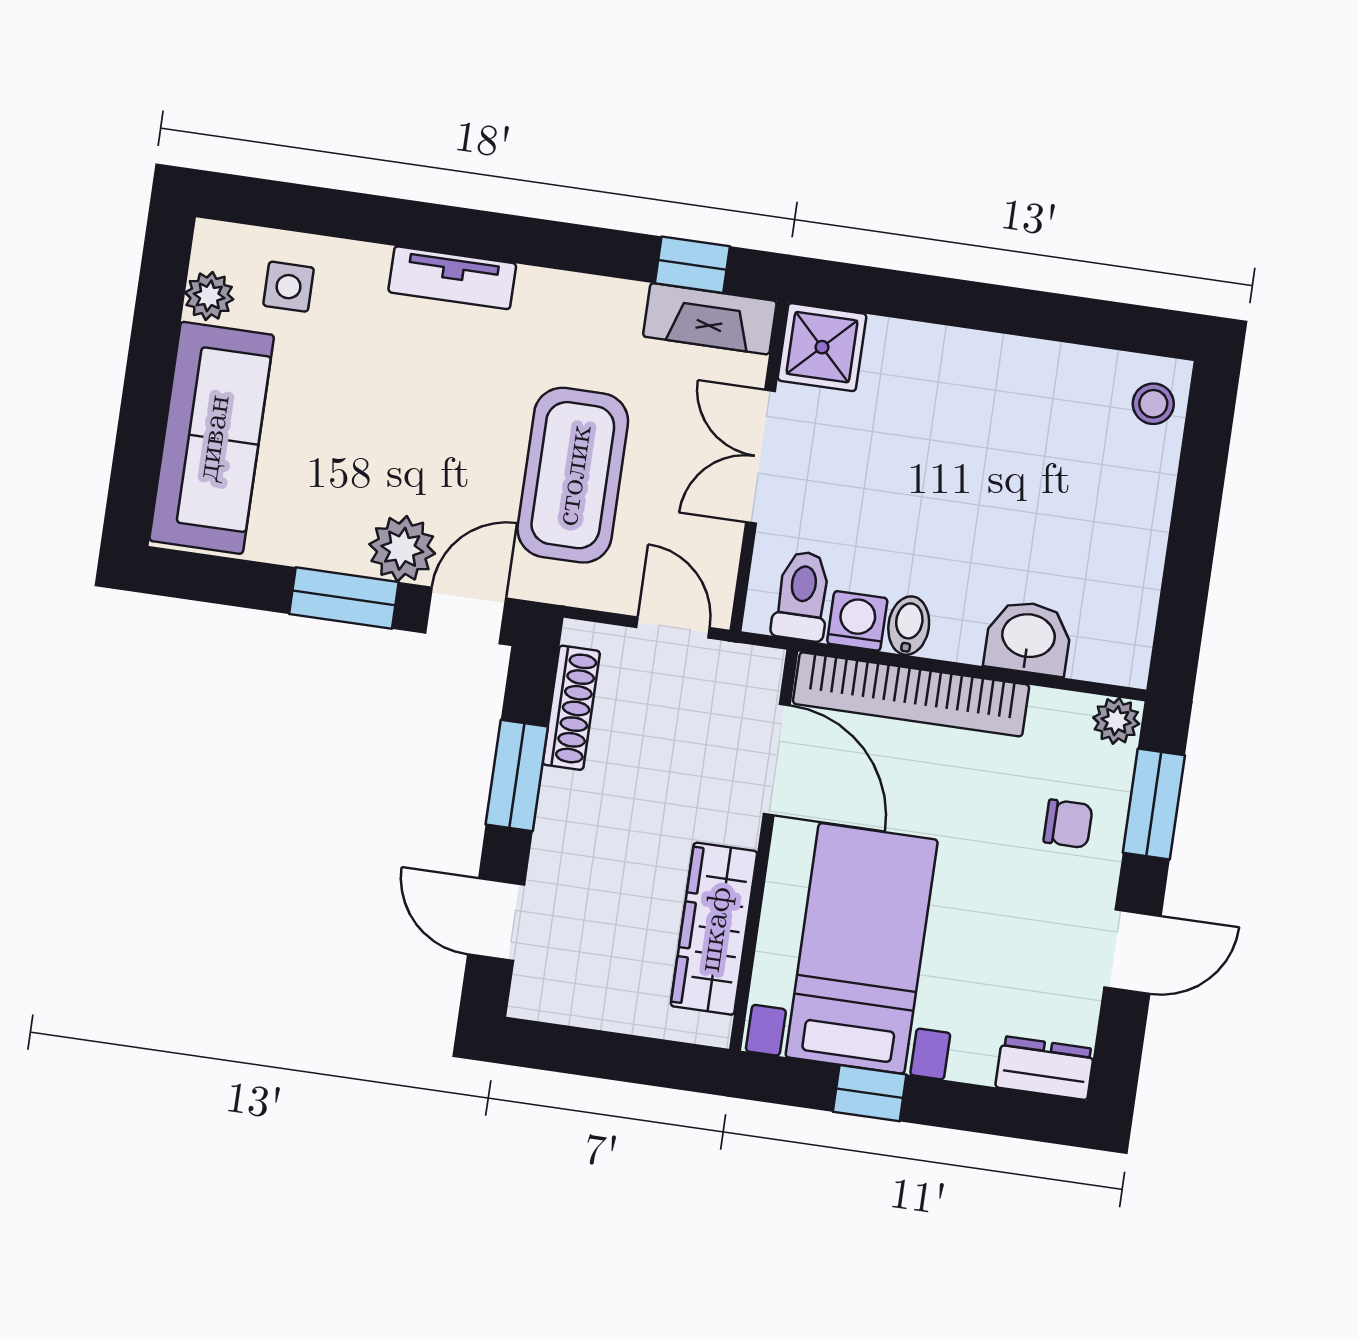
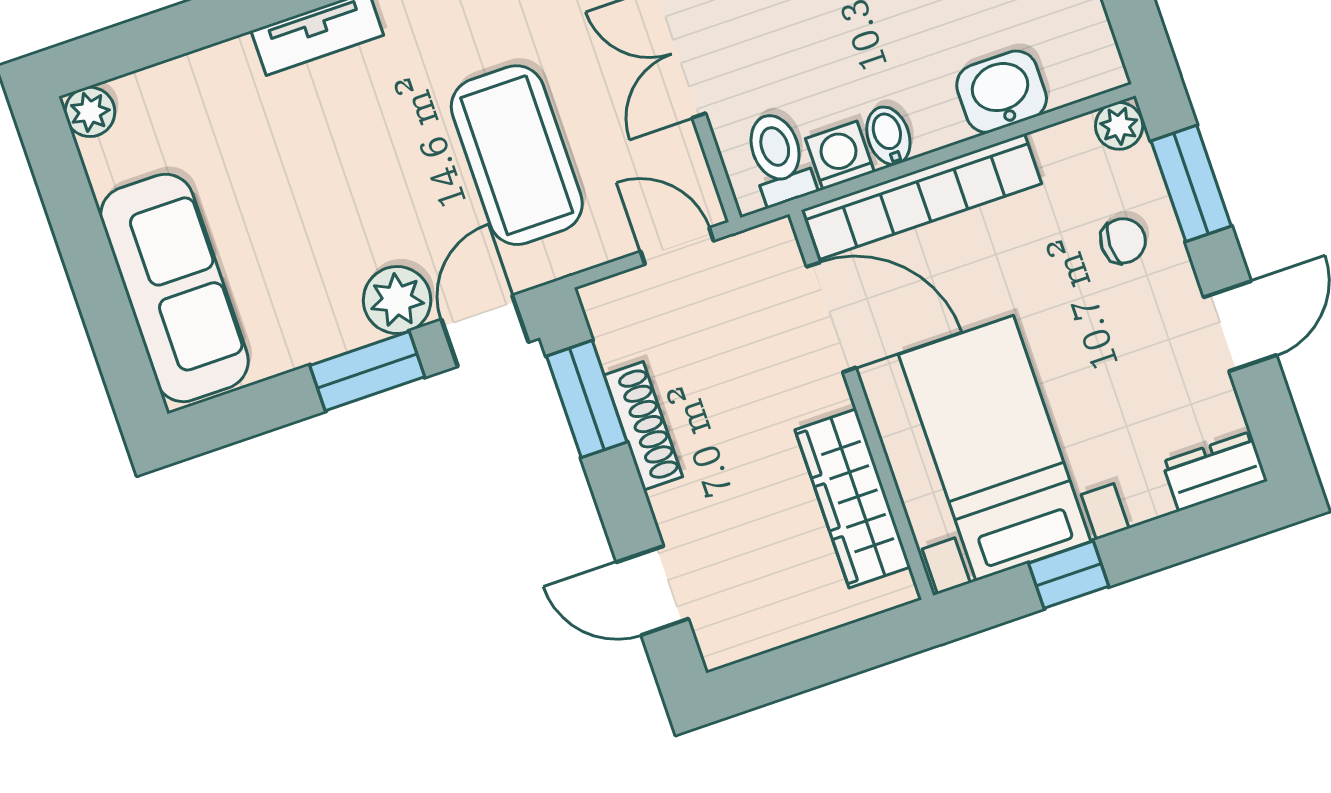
side table: (288, 287) -> (174, 116), removed
plant: (209, 296) -> (90, 112), moved
shoe rack: (571, 708) -> (643, 426), moved
window: (517, 776) -> (587, 399), moved

